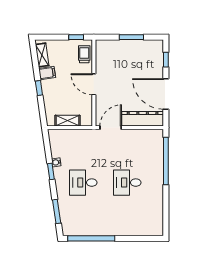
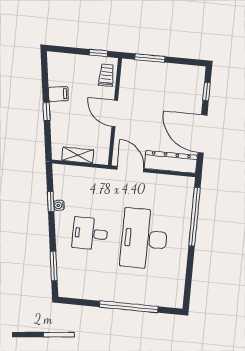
window: (131, 37) -> (150, 58), moved
shelving: (42, 55) -> (54, 71), removed
door: (111, 128) -> (130, 169), hinge flipped
window: (51, 171) -> (51, 201), moved
desk: (127, 183) -> (144, 239), width x1.87, depth x1.30
window: (91, 238) -> (129, 307), moved

